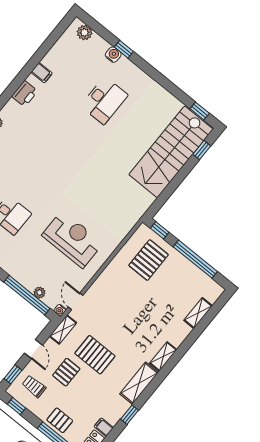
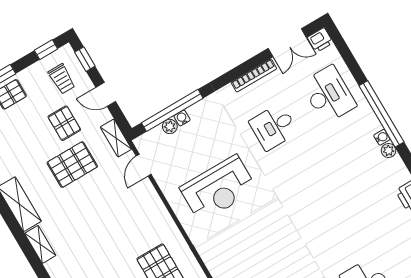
door: (76, 301) -> (144, 165), swing flipped
water cooler: (60, 310) -> (182, 118), moved
trolley: (34, 386) -> (62, 79), turned 90

